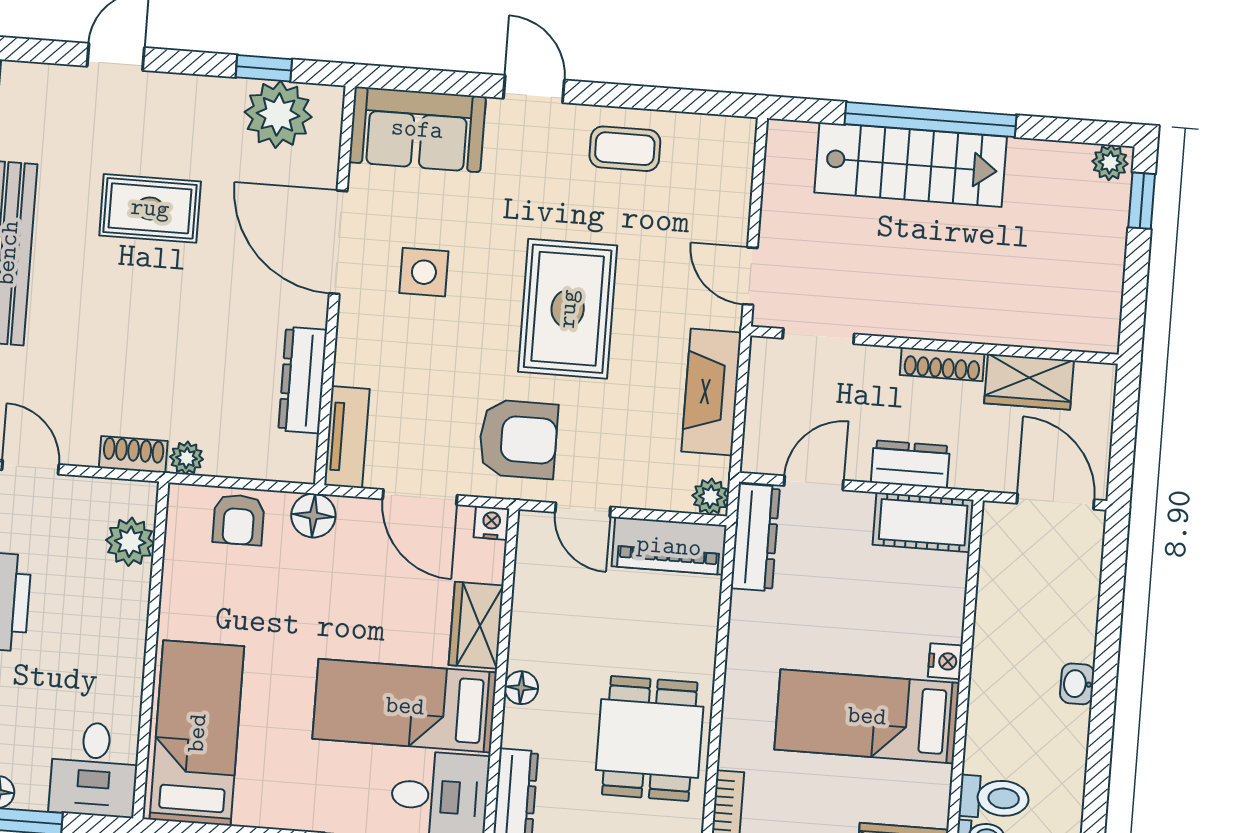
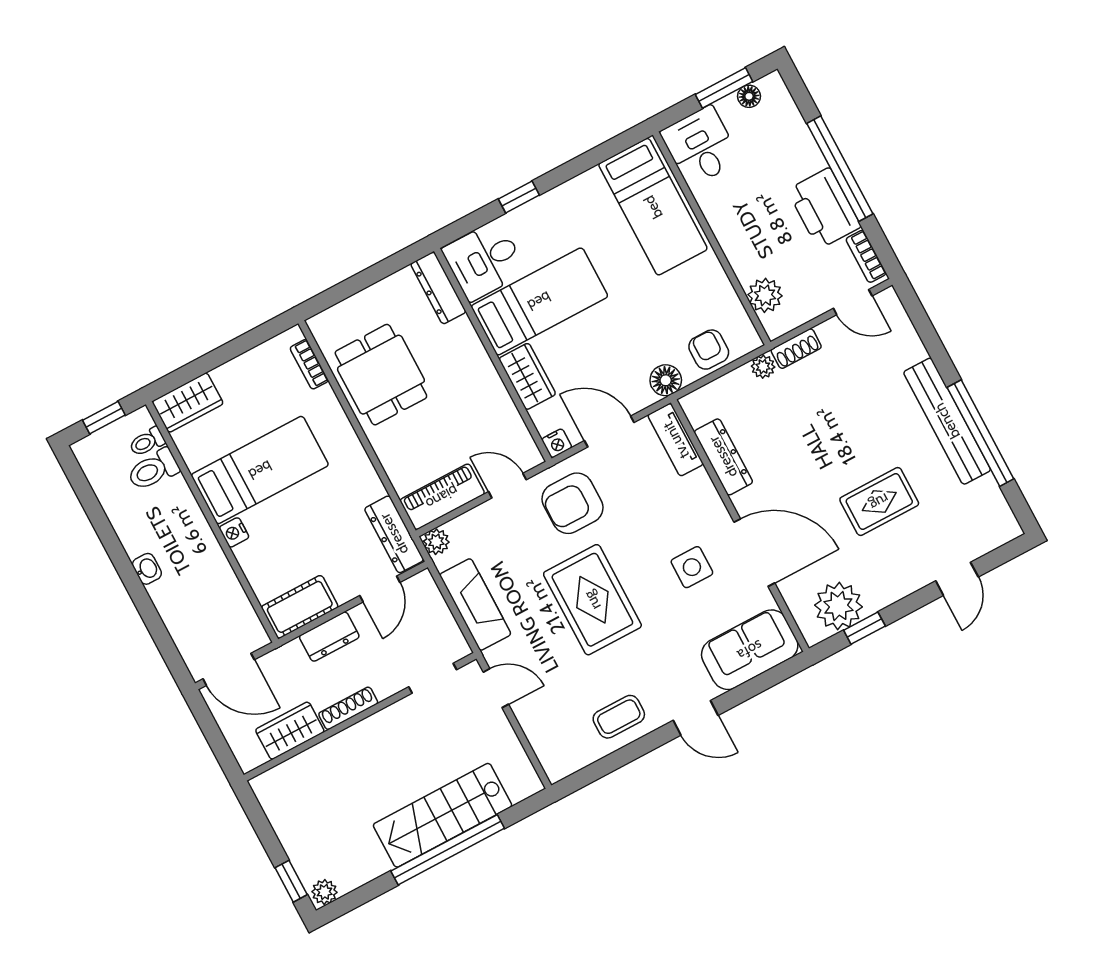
floor lamp: (521, 688) -> (477, 356), removed

